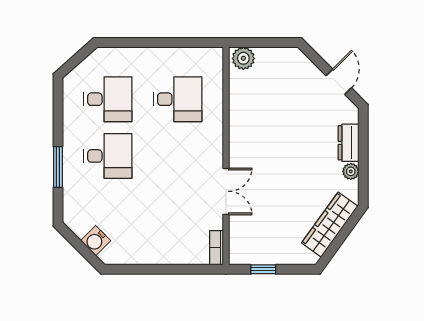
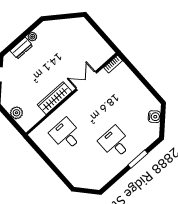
plant: (243, 58) -> (16, 113), moved
desk: (108, 99) -> (92, 163), removed
wardrobe: (330, 225) -> (55, 98), moved, turned 144
window: (263, 269) -> (105, 37), removed

